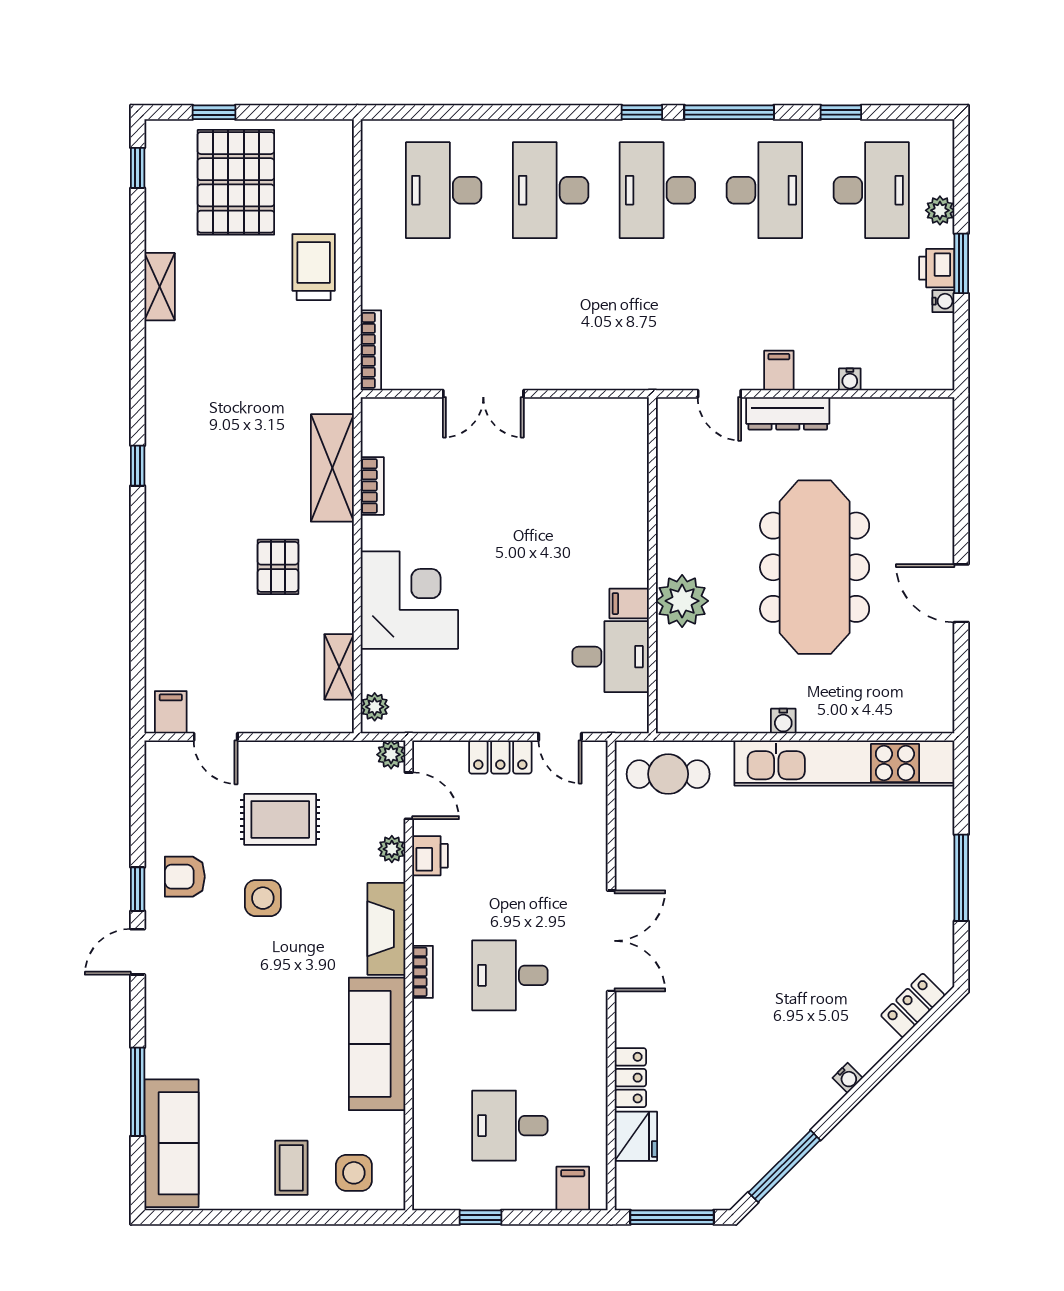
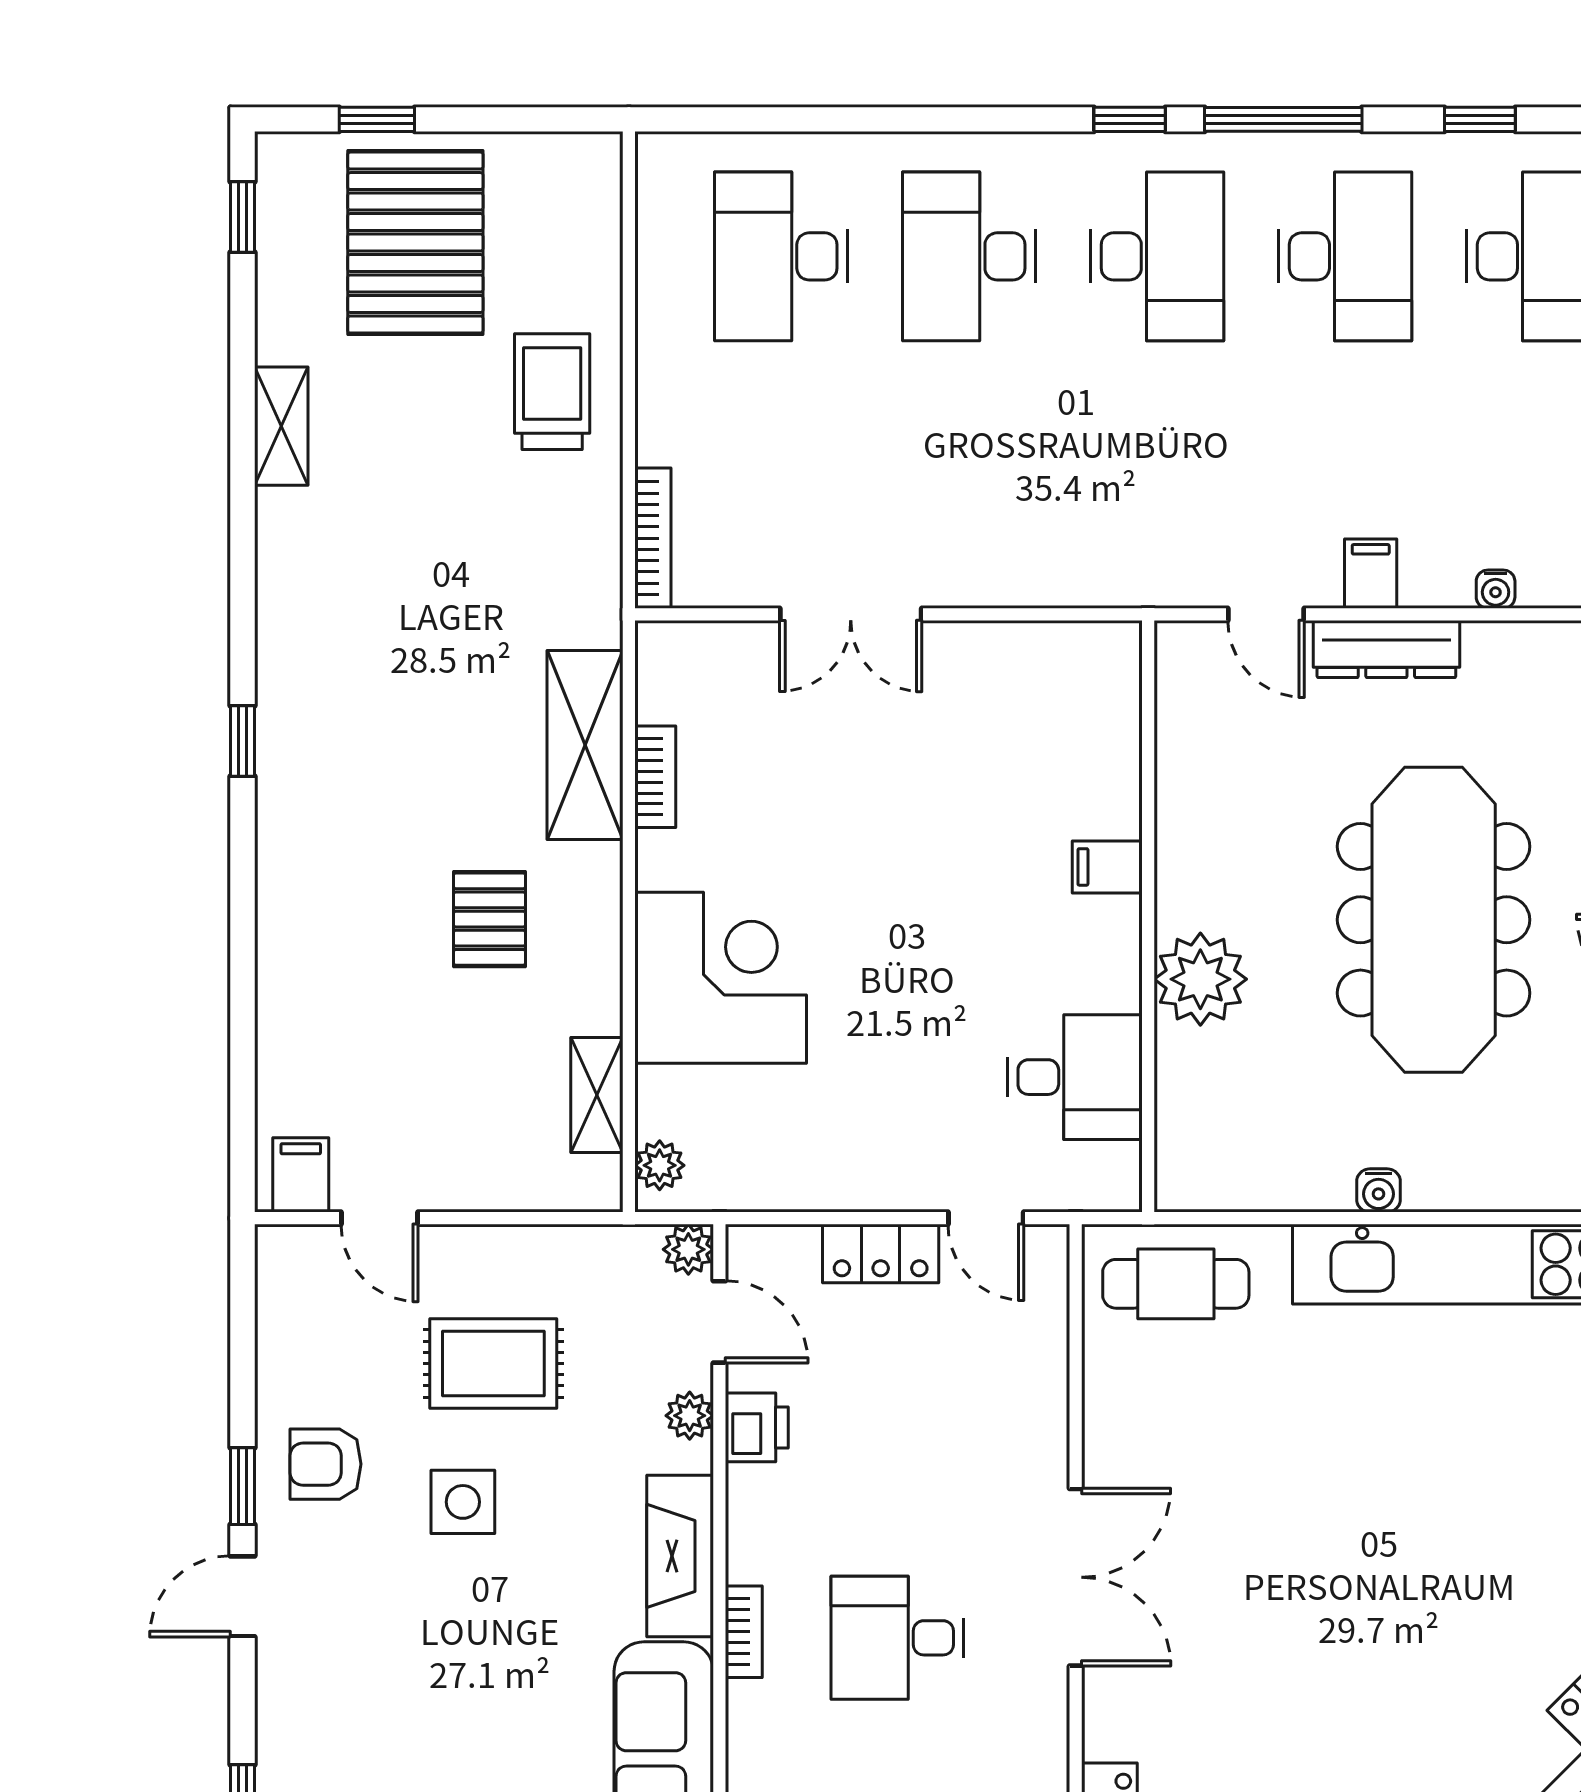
desk: (657, 190) -> (1157, 256), turned 180
filing cabinet: (629, 604) -> (1107, 867), moved

